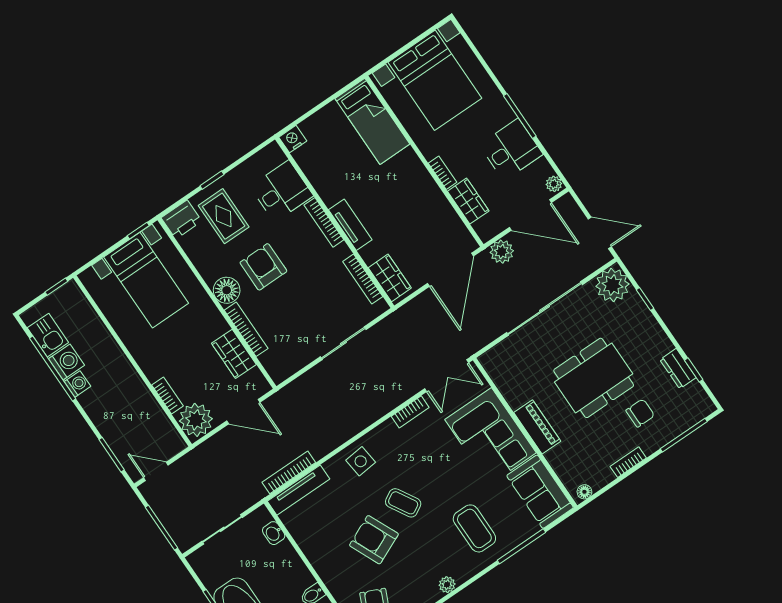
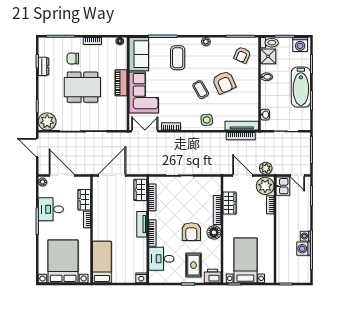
plant: (502, 252) -> (266, 168), moved
kitchen sink: (48, 335) -> (283, 186), moved, turned 180

